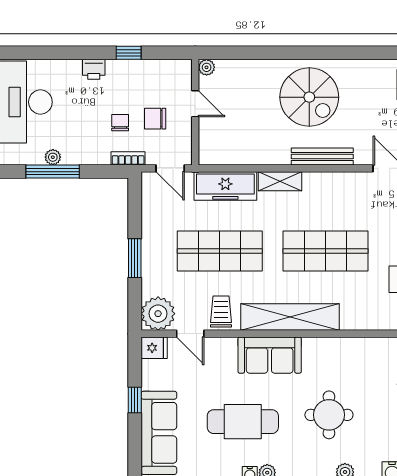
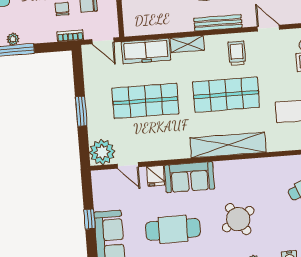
trolley: (221, 312) -> (237, 53), moved
shelving: (290, 317) -> (228, 145), moved
fridge: (154, 348) -> (156, 176), moved, turned 90
round table: (329, 415) -> (238, 219), turned -32

